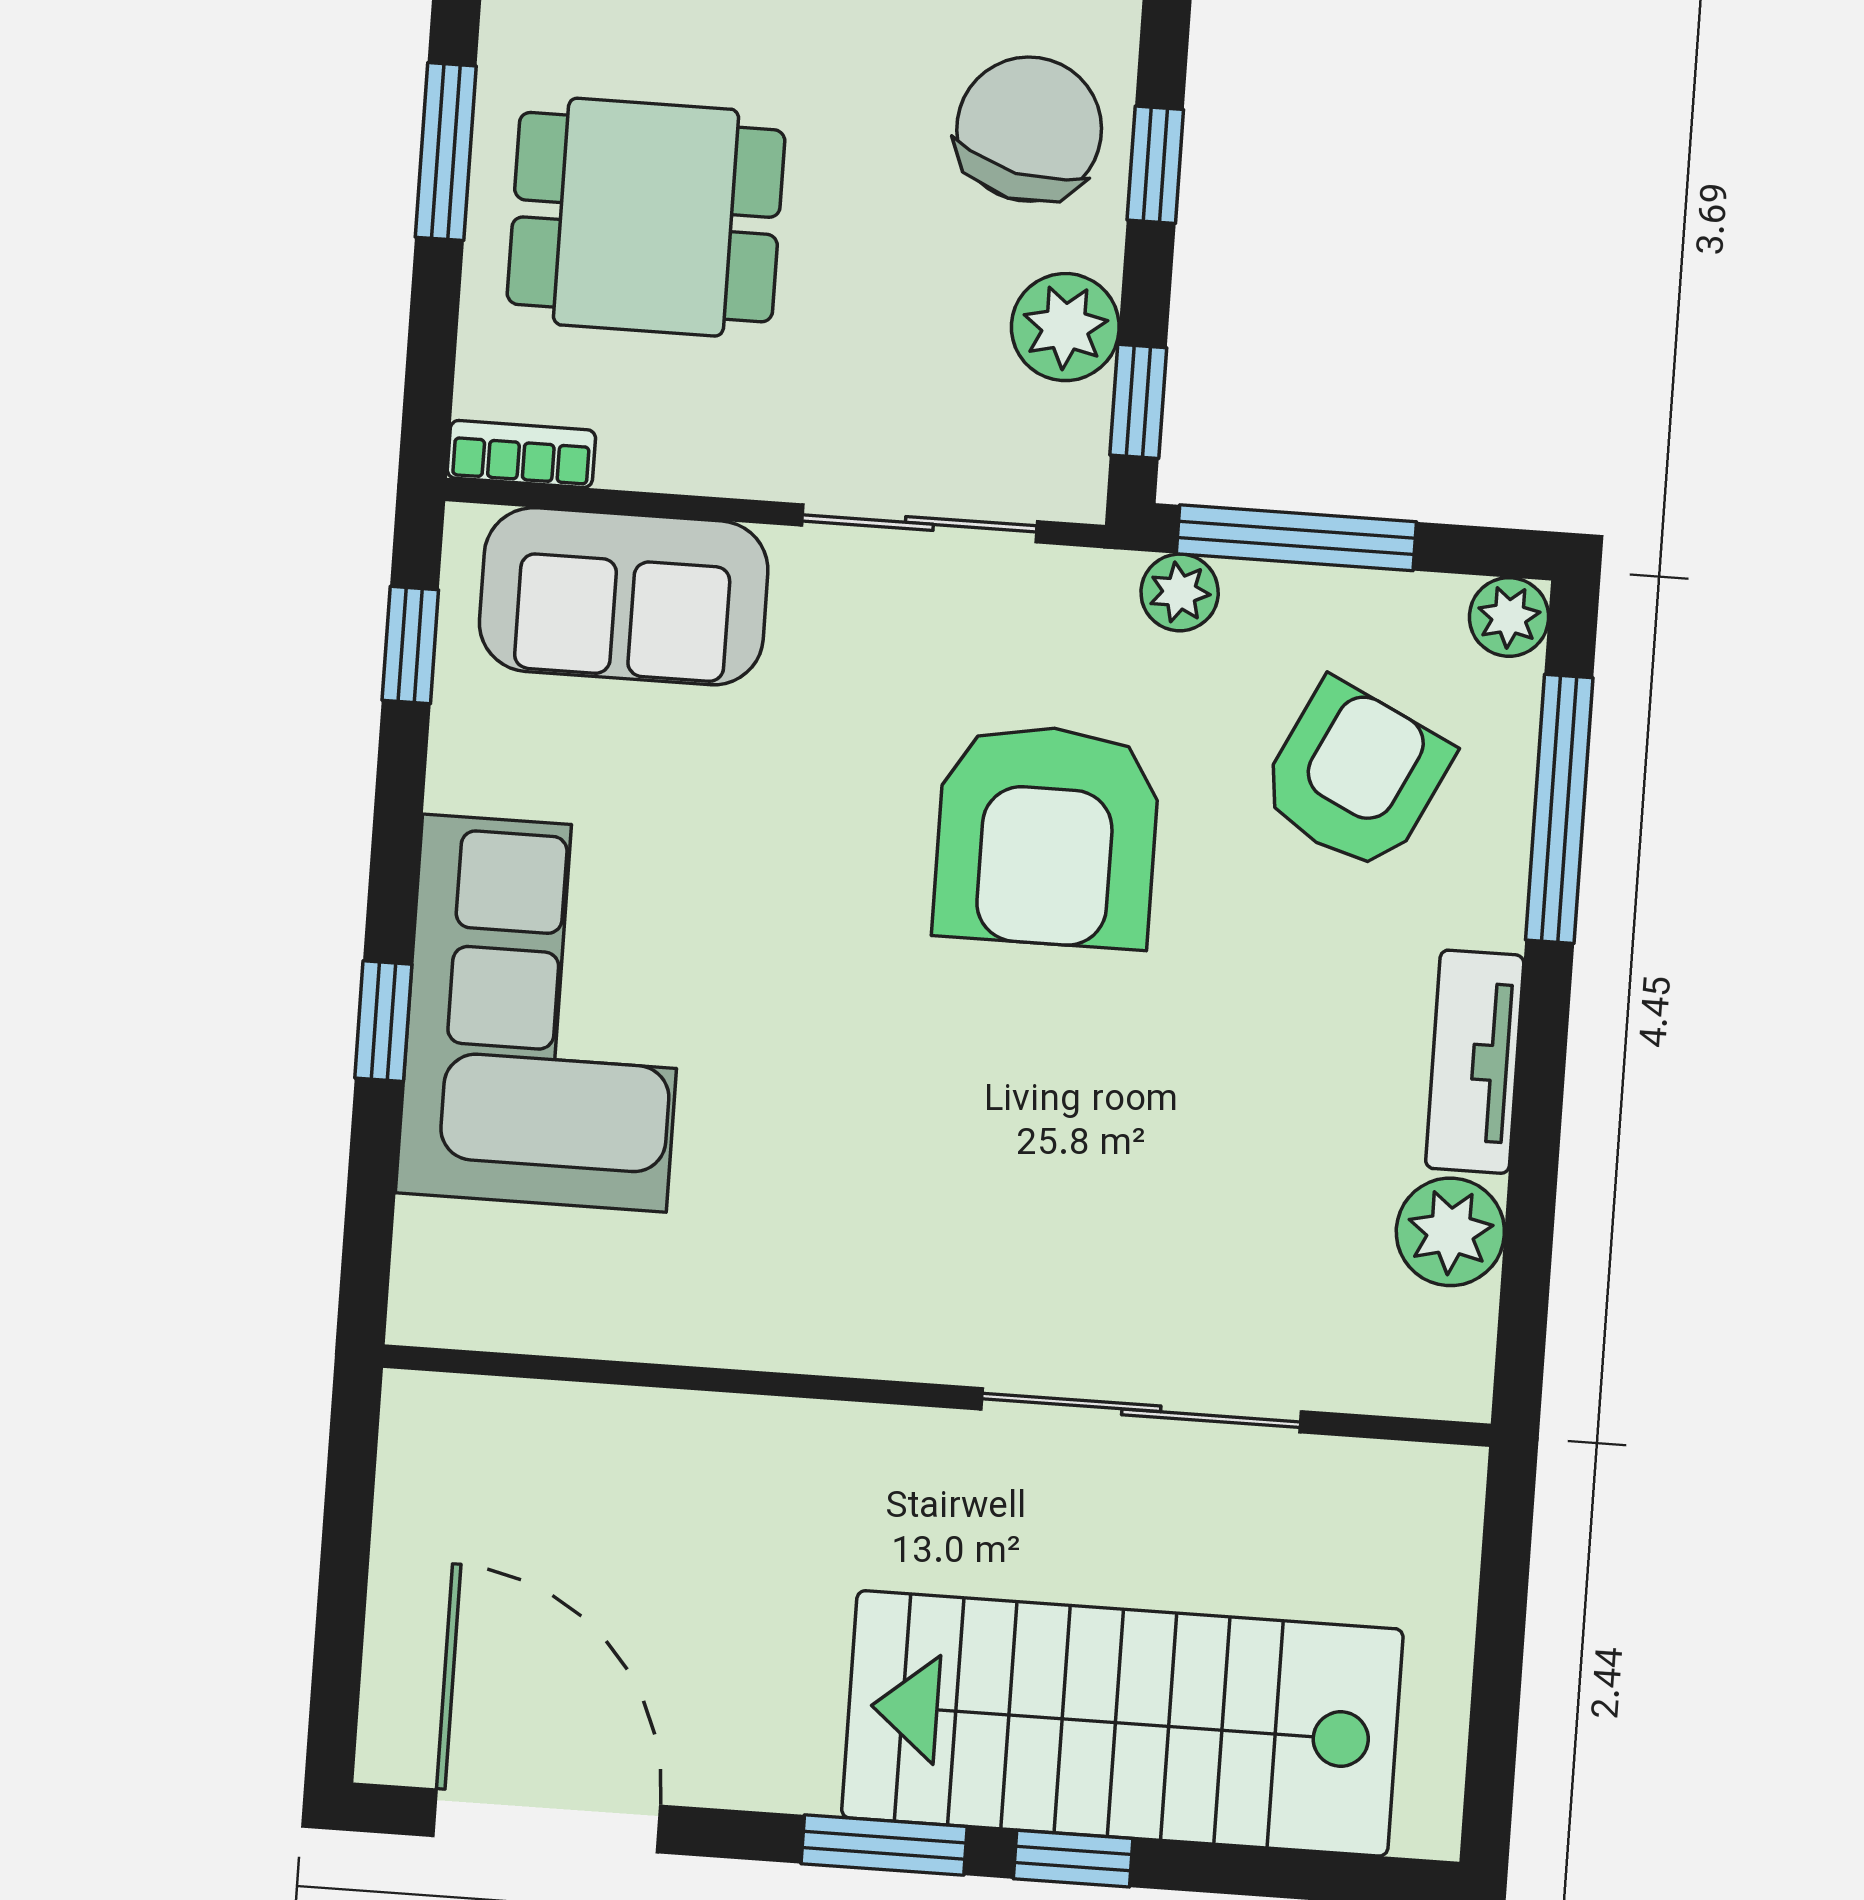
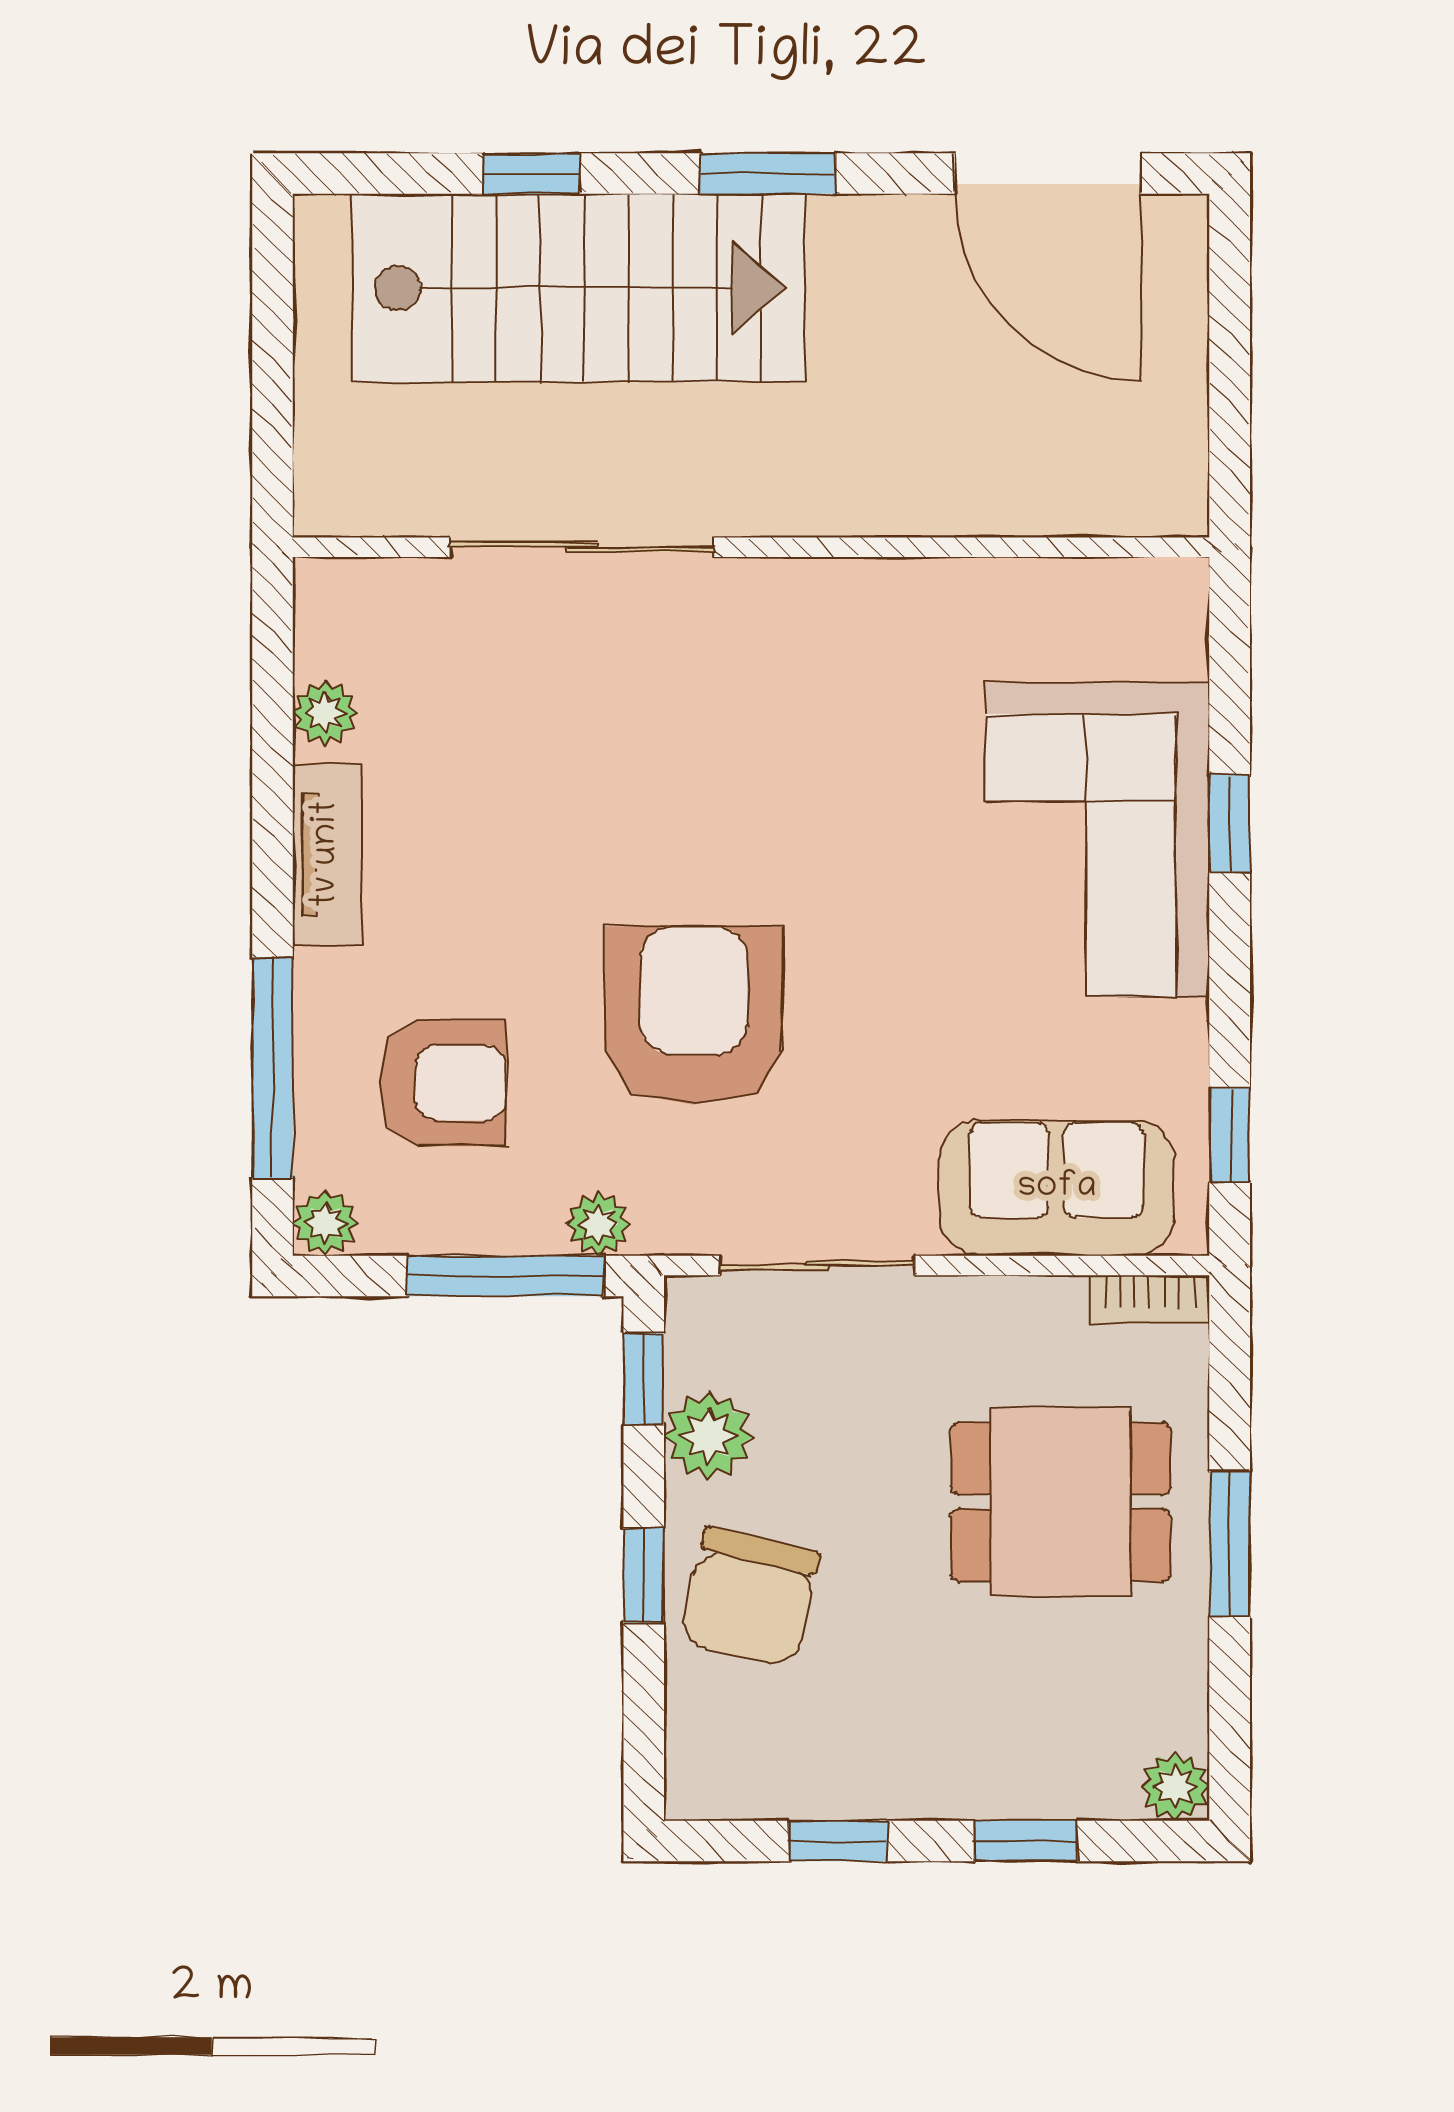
armchair: (1355, 776) -> (443, 1083), turned -116
plant: (1450, 1232) -> (325, 713), width x0.73, depth x0.73
window: (1073, 1859) -> (531, 174), moved

